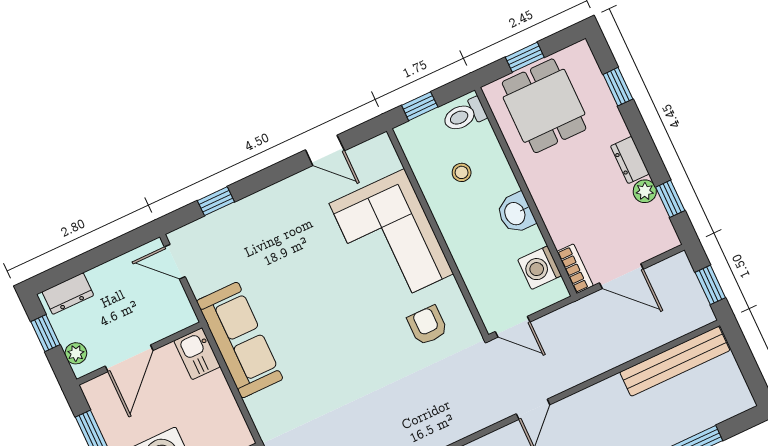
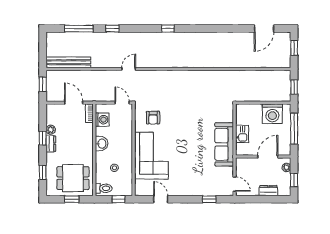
dining table: (544, 106) -> (73, 178), turned 90
window: (670, 199) -> (43, 138), moved
dresser: (68, 294) -> (268, 191), moved
kitchen sink: (197, 354) -> (242, 134), moved

